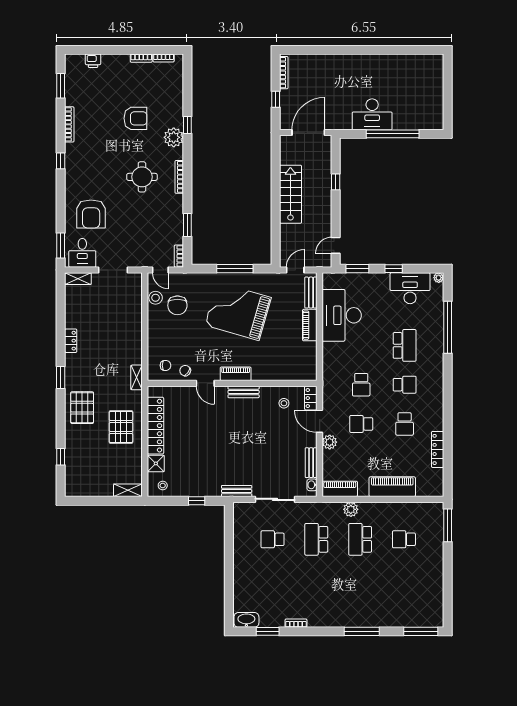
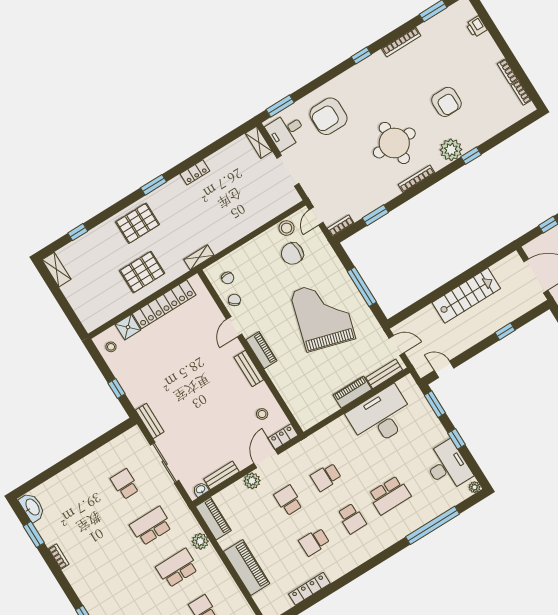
round table: (142, 177) -> (394, 143), width x1.36, depth x1.36
shelving: (128, 490) -> (56, 270), moved

